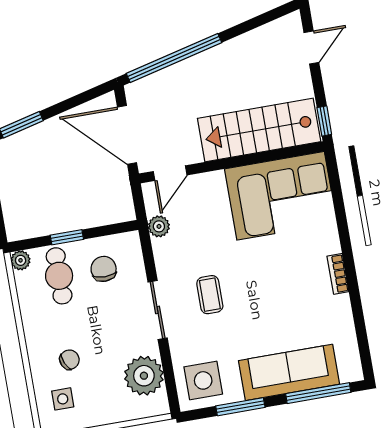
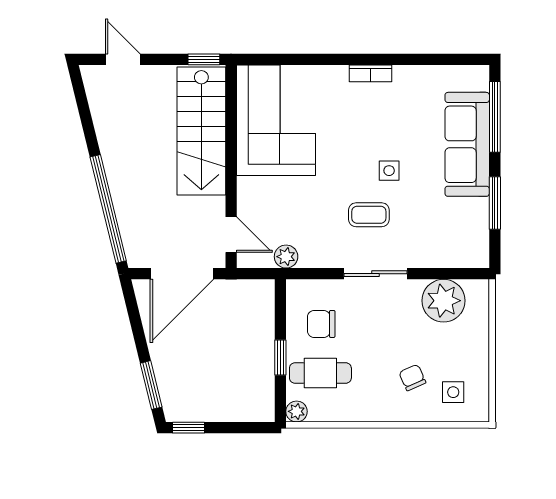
side table: (203, 380) -> (389, 171), moved, width x0.54, depth x0.54

